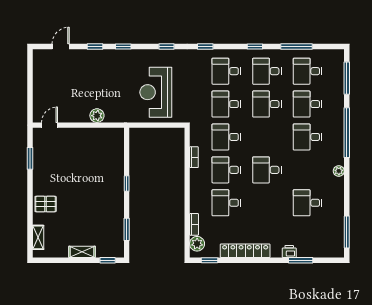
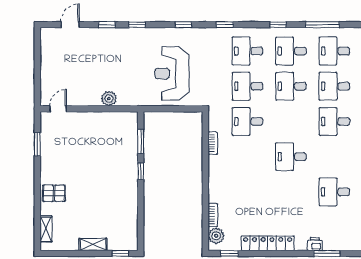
desk: (226, 170) -> (247, 157), removed
desk: (226, 203) -> (247, 192), removed
window: (127, 229) -> (141, 141), moved

